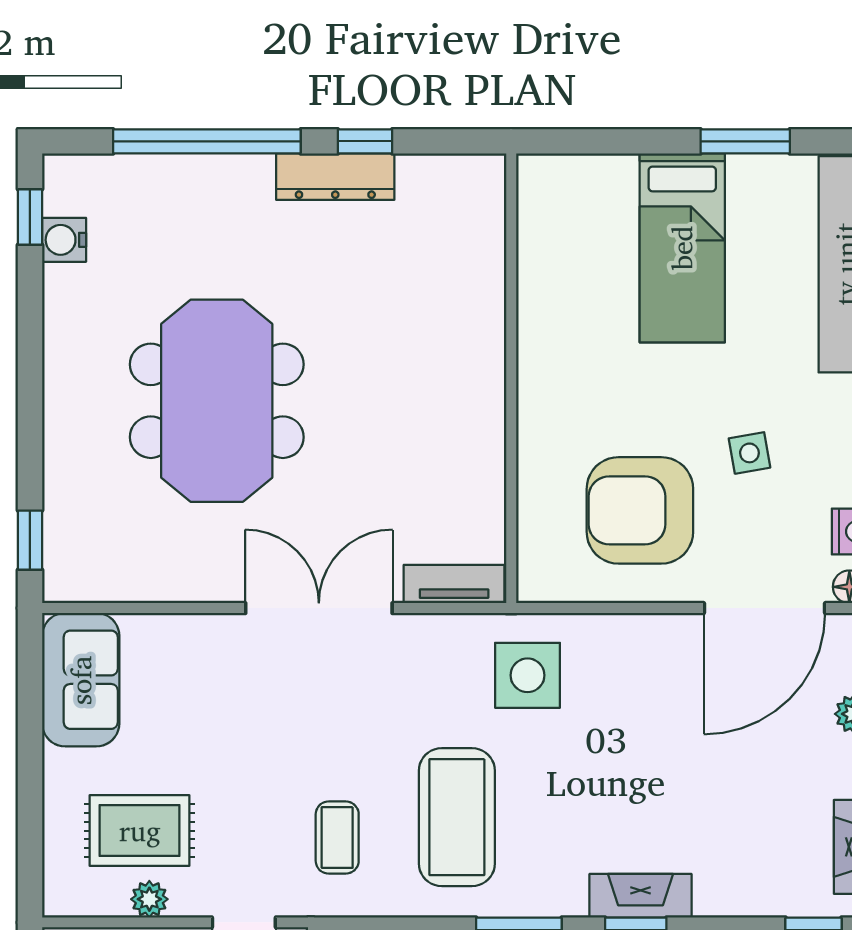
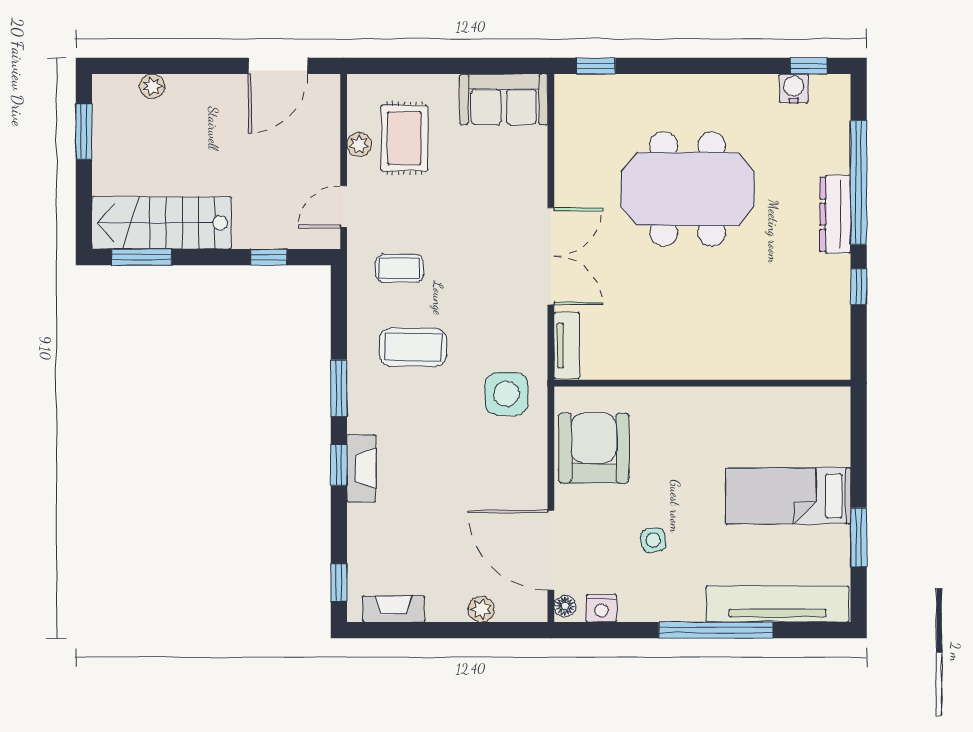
dresser: (335, 177) -> (835, 214), moved
armchair: (640, 510) -> (594, 448), moved
coffee table: (457, 817) -> (413, 347), width x0.73, depth x0.76

